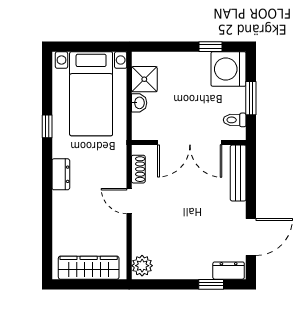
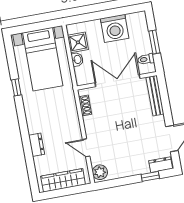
window: (210, 47) -> (120, 11), removed
washing machine: (229, 69) -> (115, 28), moved, turned -90
double door: (190, 143) -> (118, 81), swing flipped
dresser: (61, 174) -> (37, 145), moved
door: (129, 201) -> (86, 148), moved

